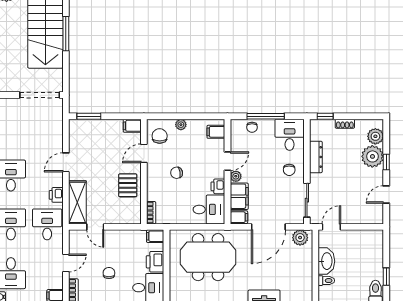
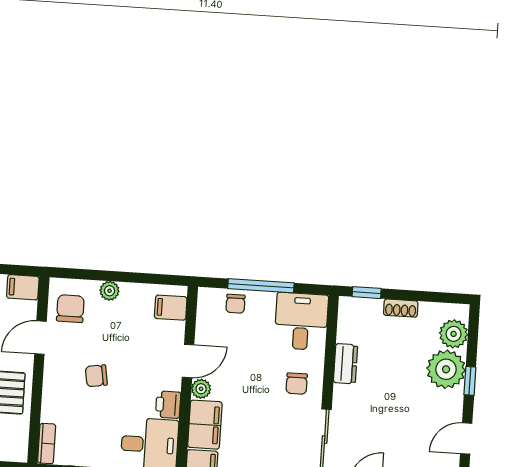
dresser: (316, 157) -> (346, 364), width x0.70

